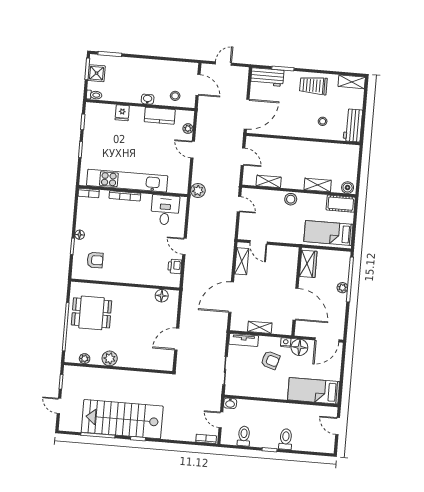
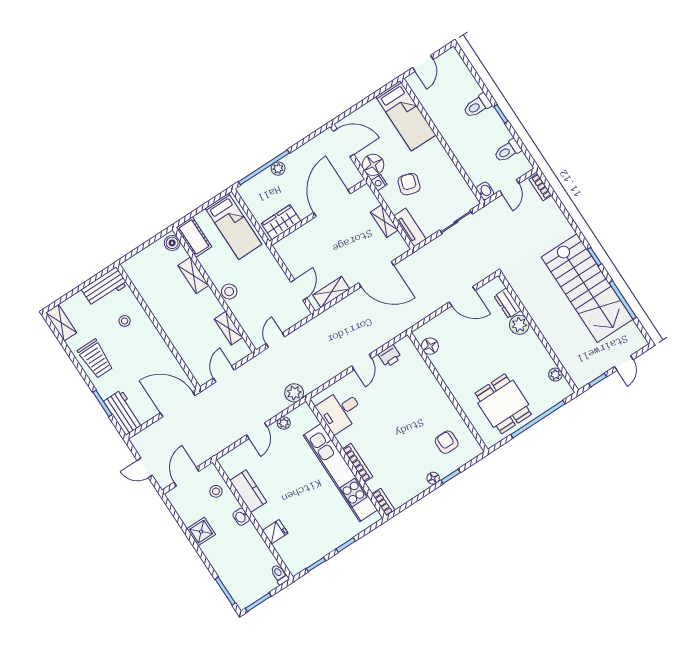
shower: (97, 73) -> (201, 532), moved
plant: (188, 129) -> (284, 423), moved
plant: (110, 358) -> (519, 325), moved
dresser: (151, 363) -> (508, 303), added

